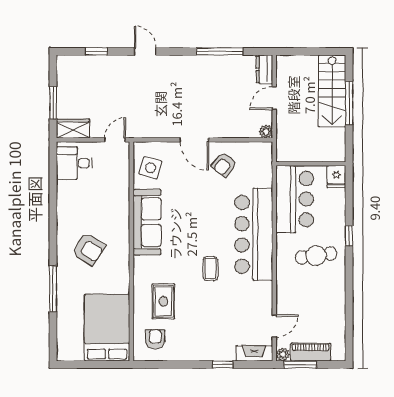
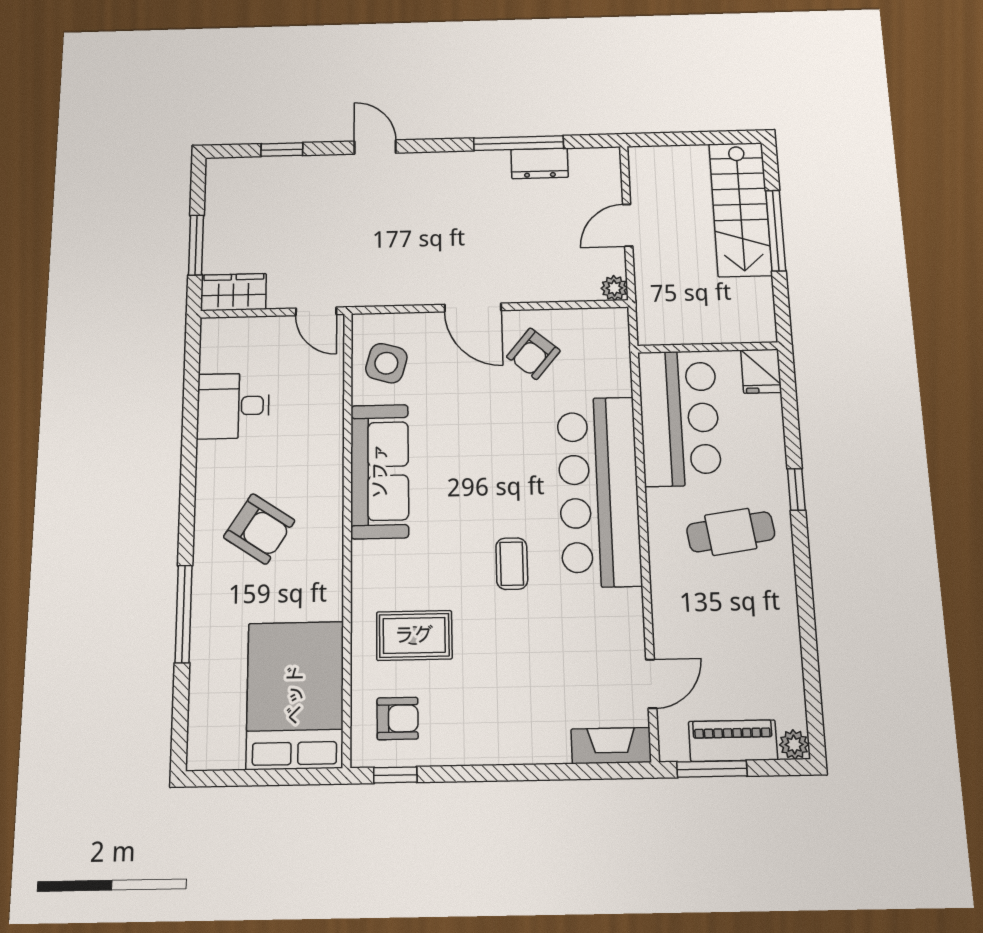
dresser: (264, 69) -> (540, 163), moved, turned -90
door: (115, 140) -> (316, 311), swing flipped
desk: (74, 163) -> (233, 406), moved
rug: (163, 301) -> (414, 635), turned 90
armchair: (155, 339) -> (398, 718), turned 90
plant: (283, 354) -> (794, 745), moved
window: (223, 364) -> (395, 775), moved

